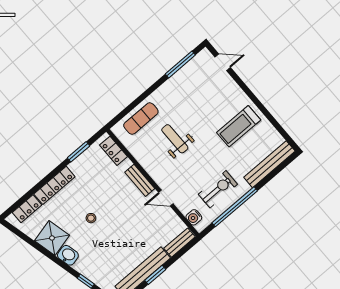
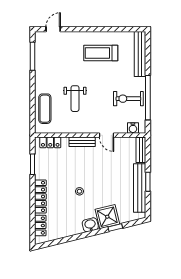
treadmill: (239, 126) -> (101, 53), turned 90
weight bench: (175, 139) -> (75, 99), turned -90
exercise bike: (218, 189) -> (128, 99), turned -90
door: (166, 198) -> (107, 135), hinge flipped
shower: (52, 238) -> (107, 217), moved

